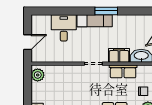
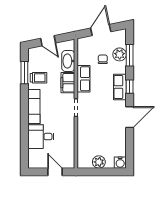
window: (106, 11) -> (24, 73), moved
trolley: (124, 25) -> (39, 78), added
plant: (38, 75) -> (99, 162), moved

